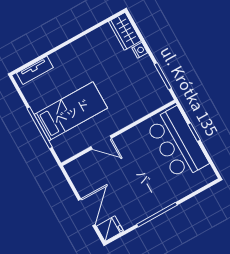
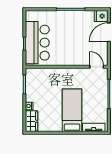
bed: (71, 111) -> (72, 110), moved, turned 90
door: (101, 142) -> (97, 67), moved

